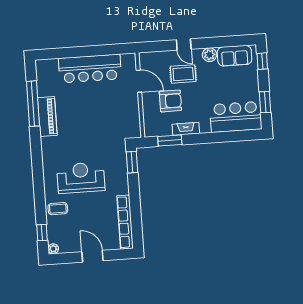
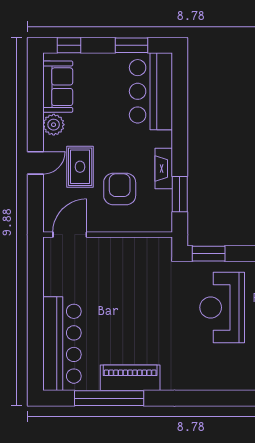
bar counter: (90, 69) -> (62, 344), moved
door: (139, 81) -> (70, 235), moved
reception desk: (81, 178) -> (222, 307), moved

